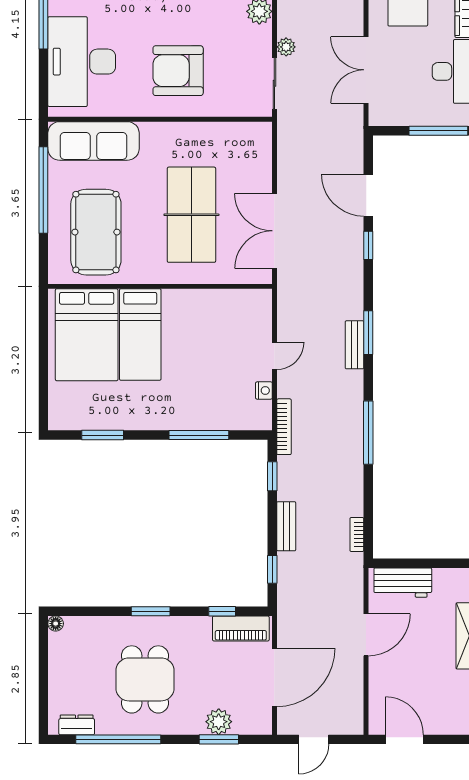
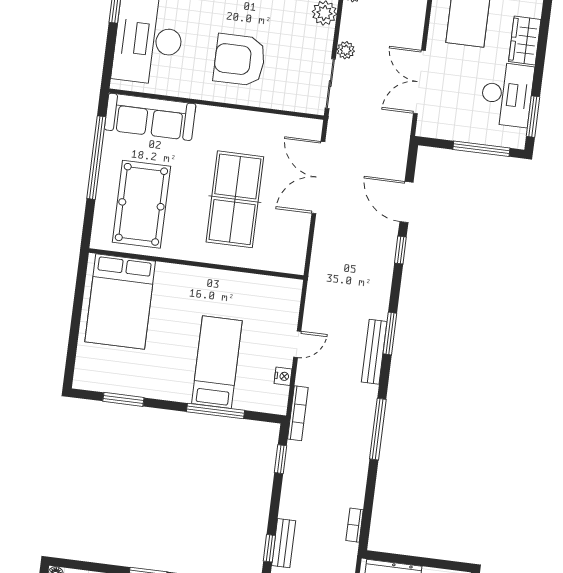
double door: (274, 231) -> (318, 177), moved
bed: (140, 335) -> (217, 362), moved, turned 180
bench: (355, 345) -> (374, 352), width x1.36
bench: (286, 526) -> (284, 543), moved

